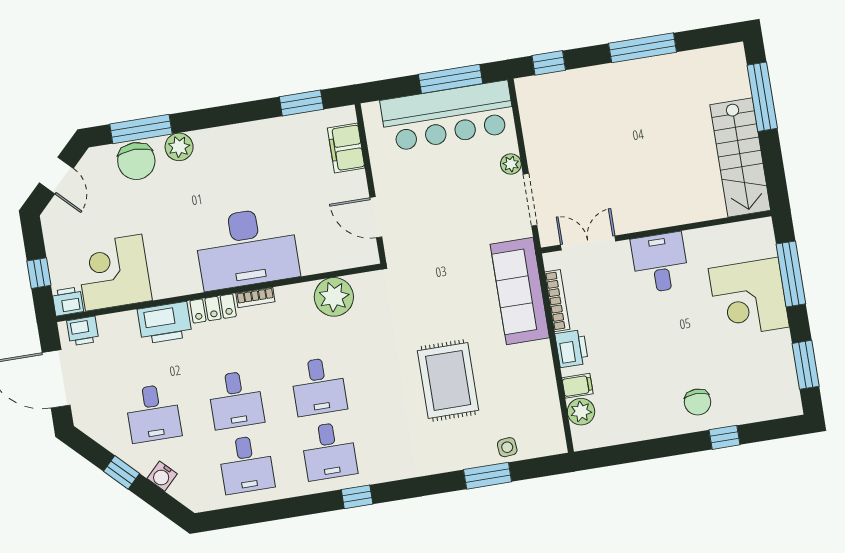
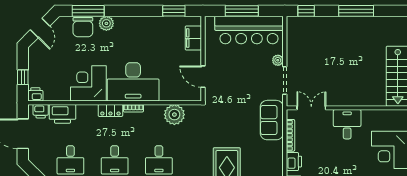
window: (451, 79) -> (242, 11), moved
corner desk: (114, 273) -> (88, 83), moved
sofa: (520, 291) -> (272, 120), width x0.73
printer: (165, 323) -> (62, 114), moved

